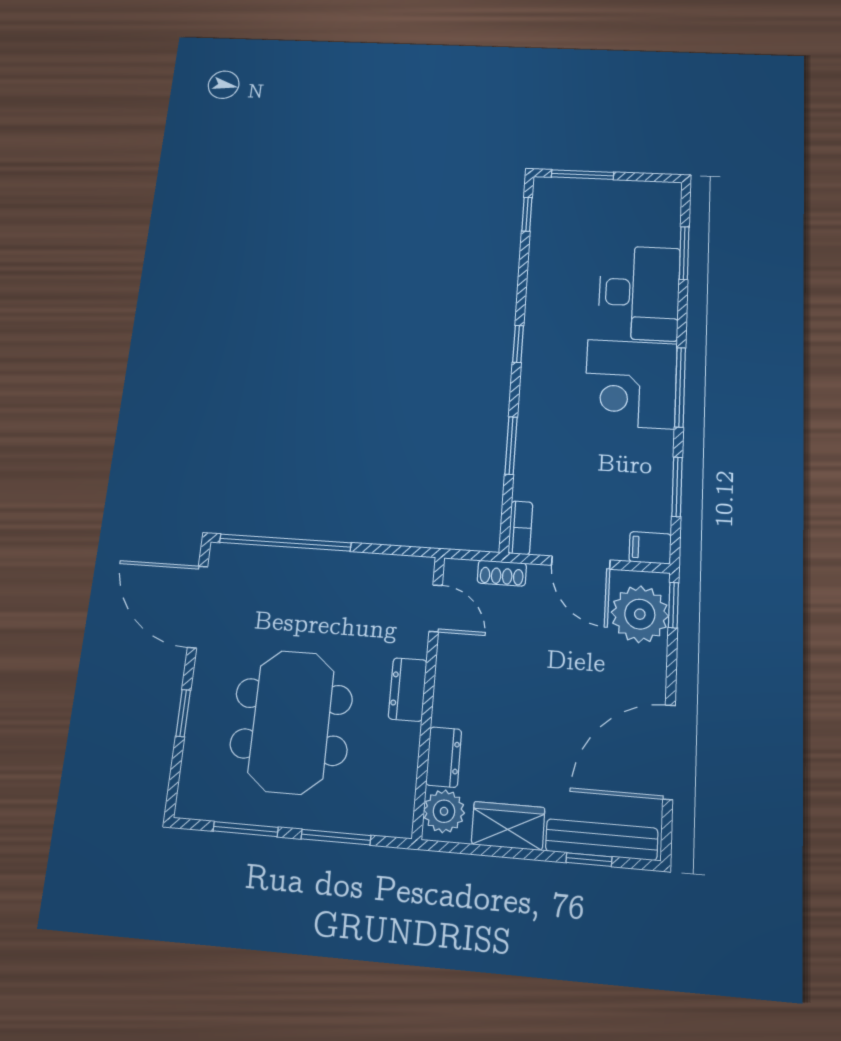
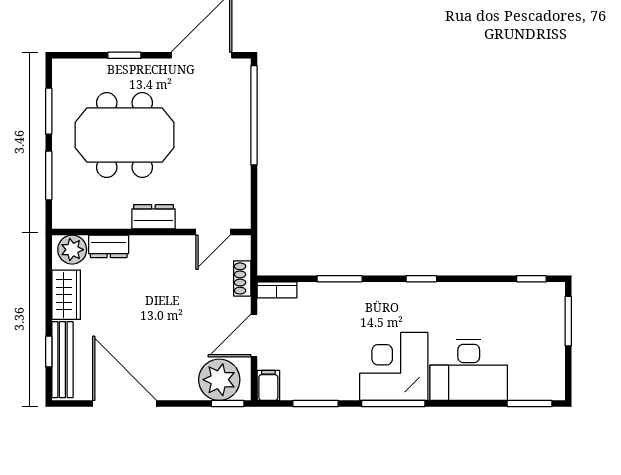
window: (684, 253) -> (530, 404), moved

